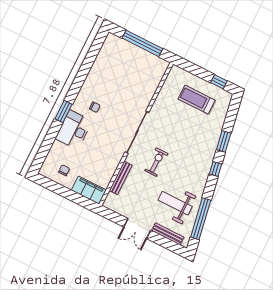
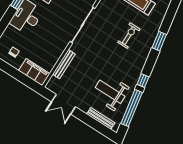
exercise bike: (156, 162) -> (129, 36), moved
window: (215, 169) -> (143, 81), moved
double door: (137, 229) -> (63, 104), moved

